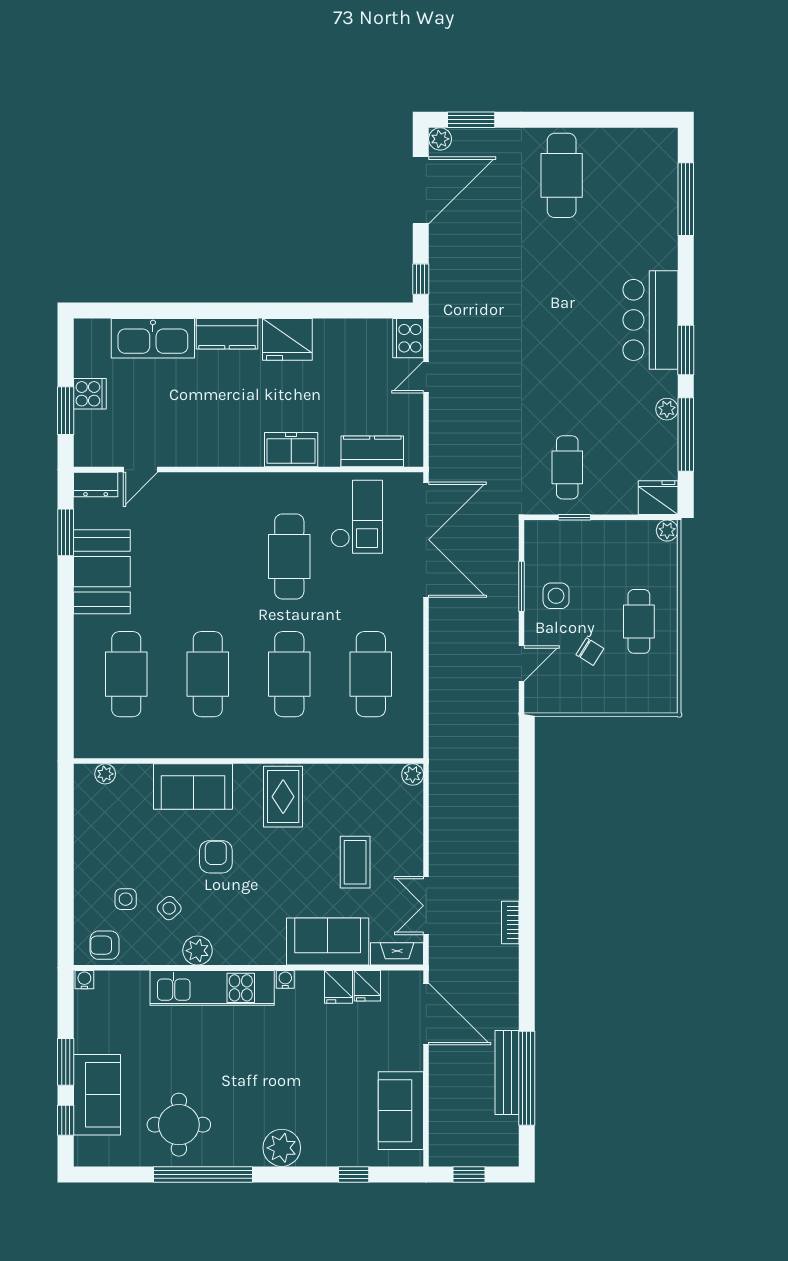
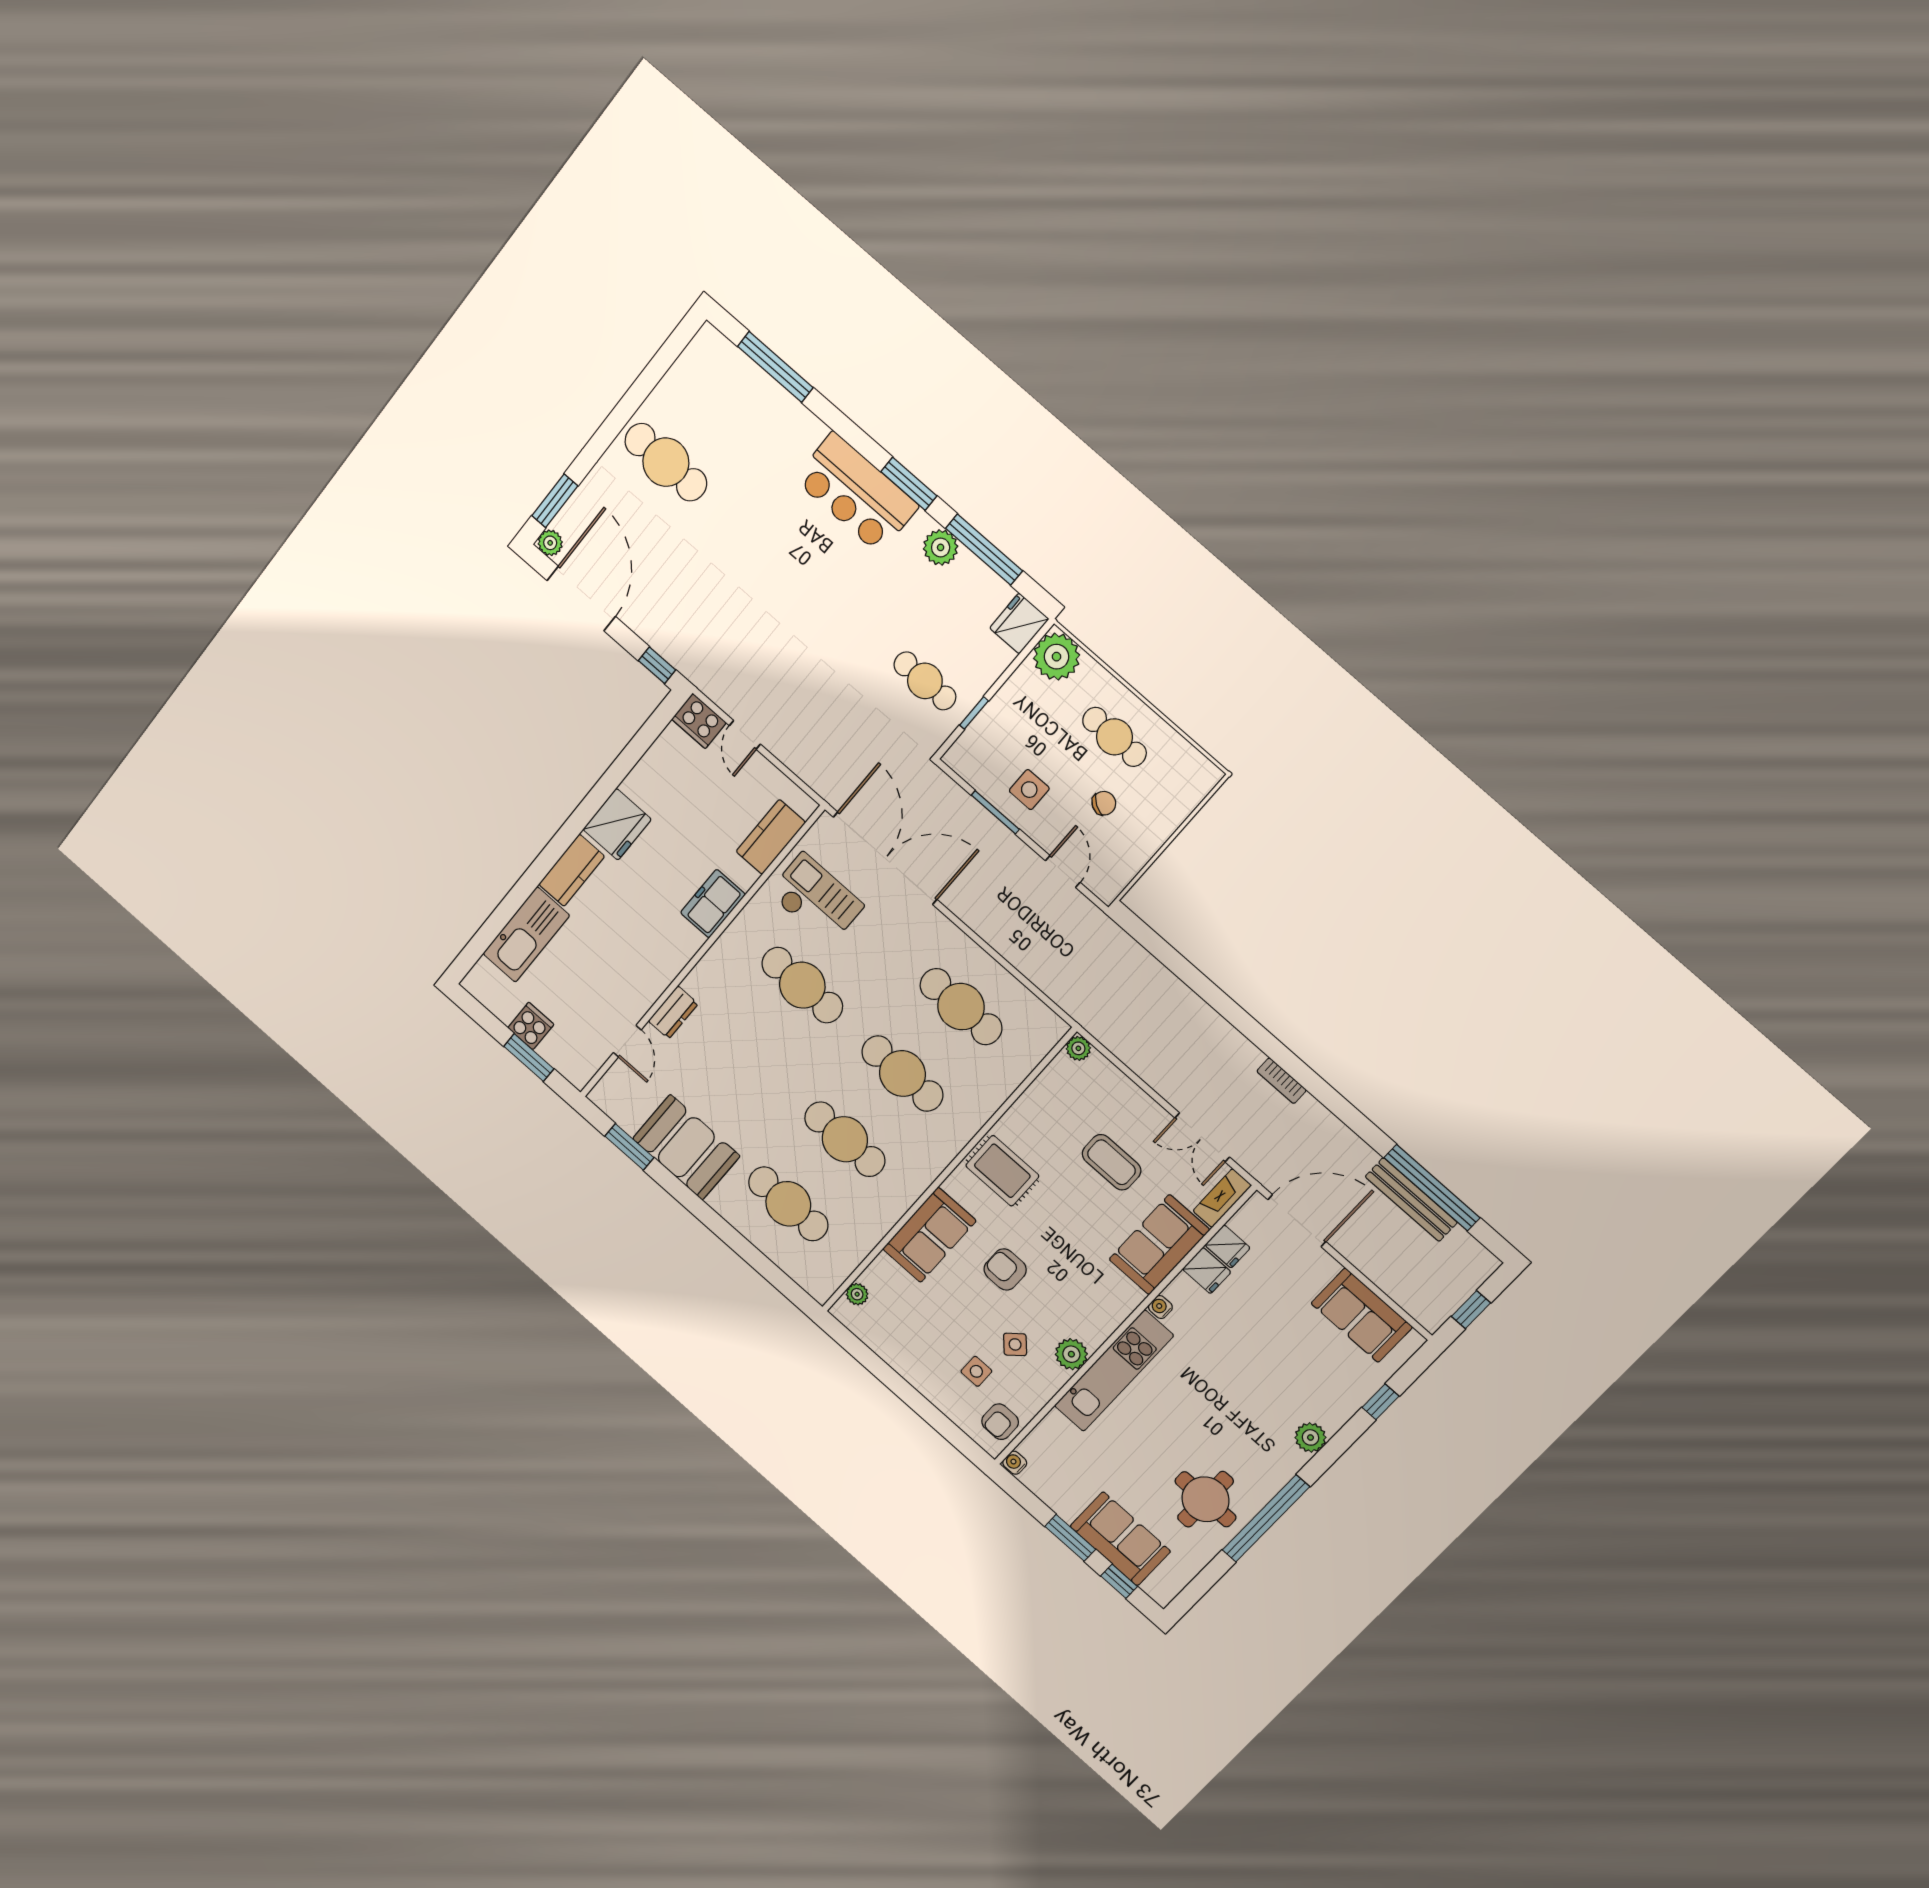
plant: (667, 409) -> (941, 547), width x1.38, depth x1.38
dresser: (96, 485) -> (673, 1012), moved
plant: (667, 531) -> (1057, 657), width x1.87, depth x1.87
plant: (282, 1148) -> (1311, 1438), width x0.73, depth x0.73

